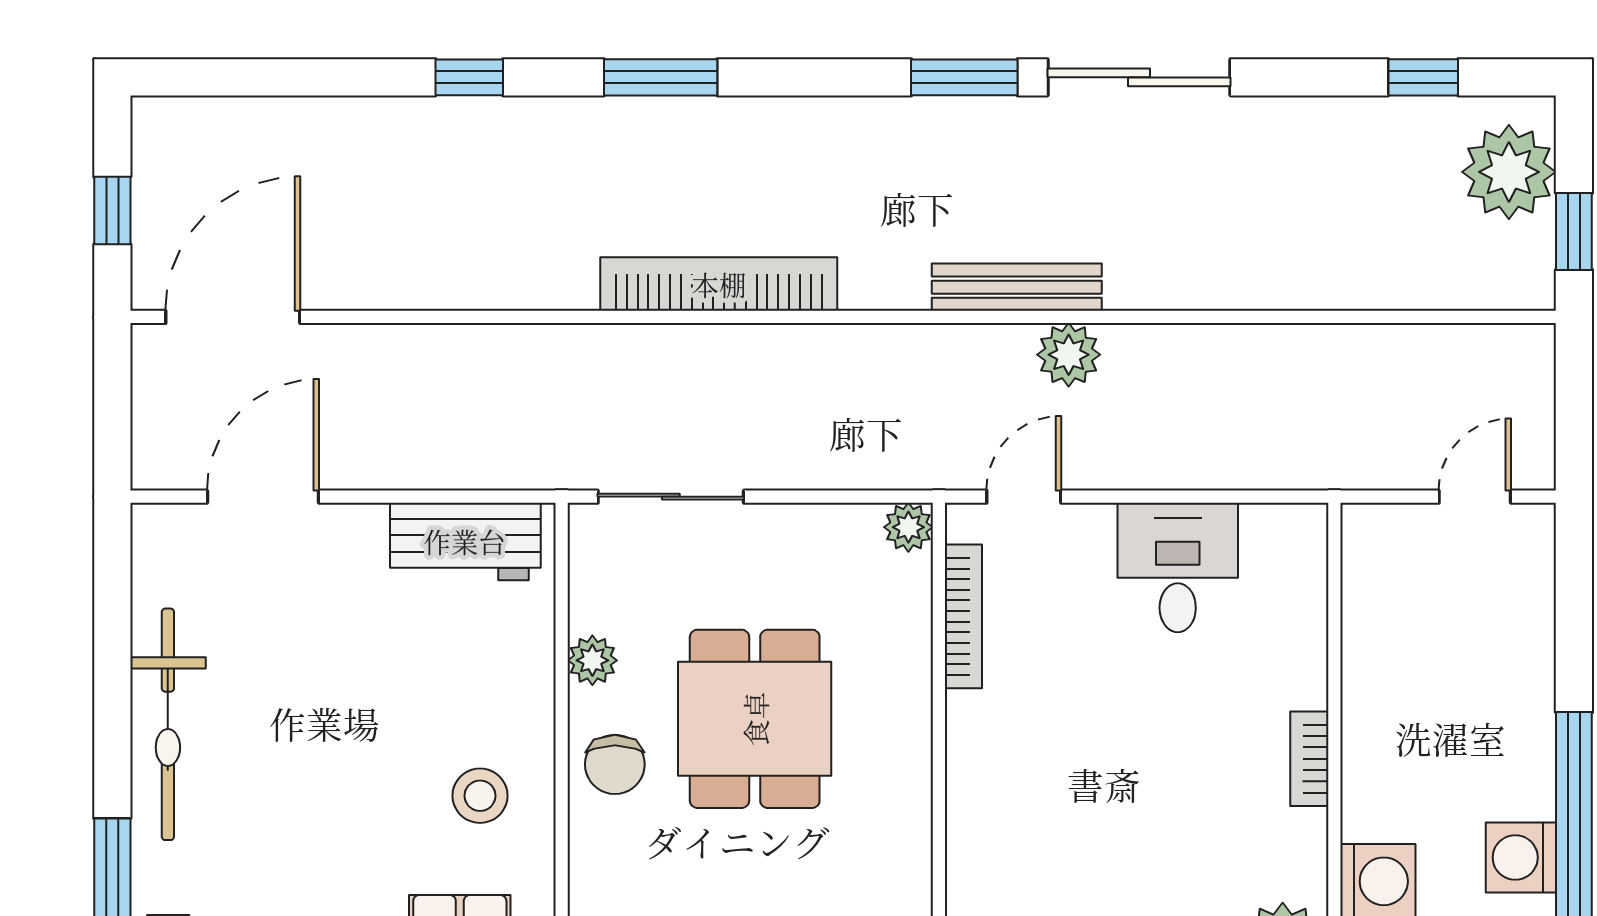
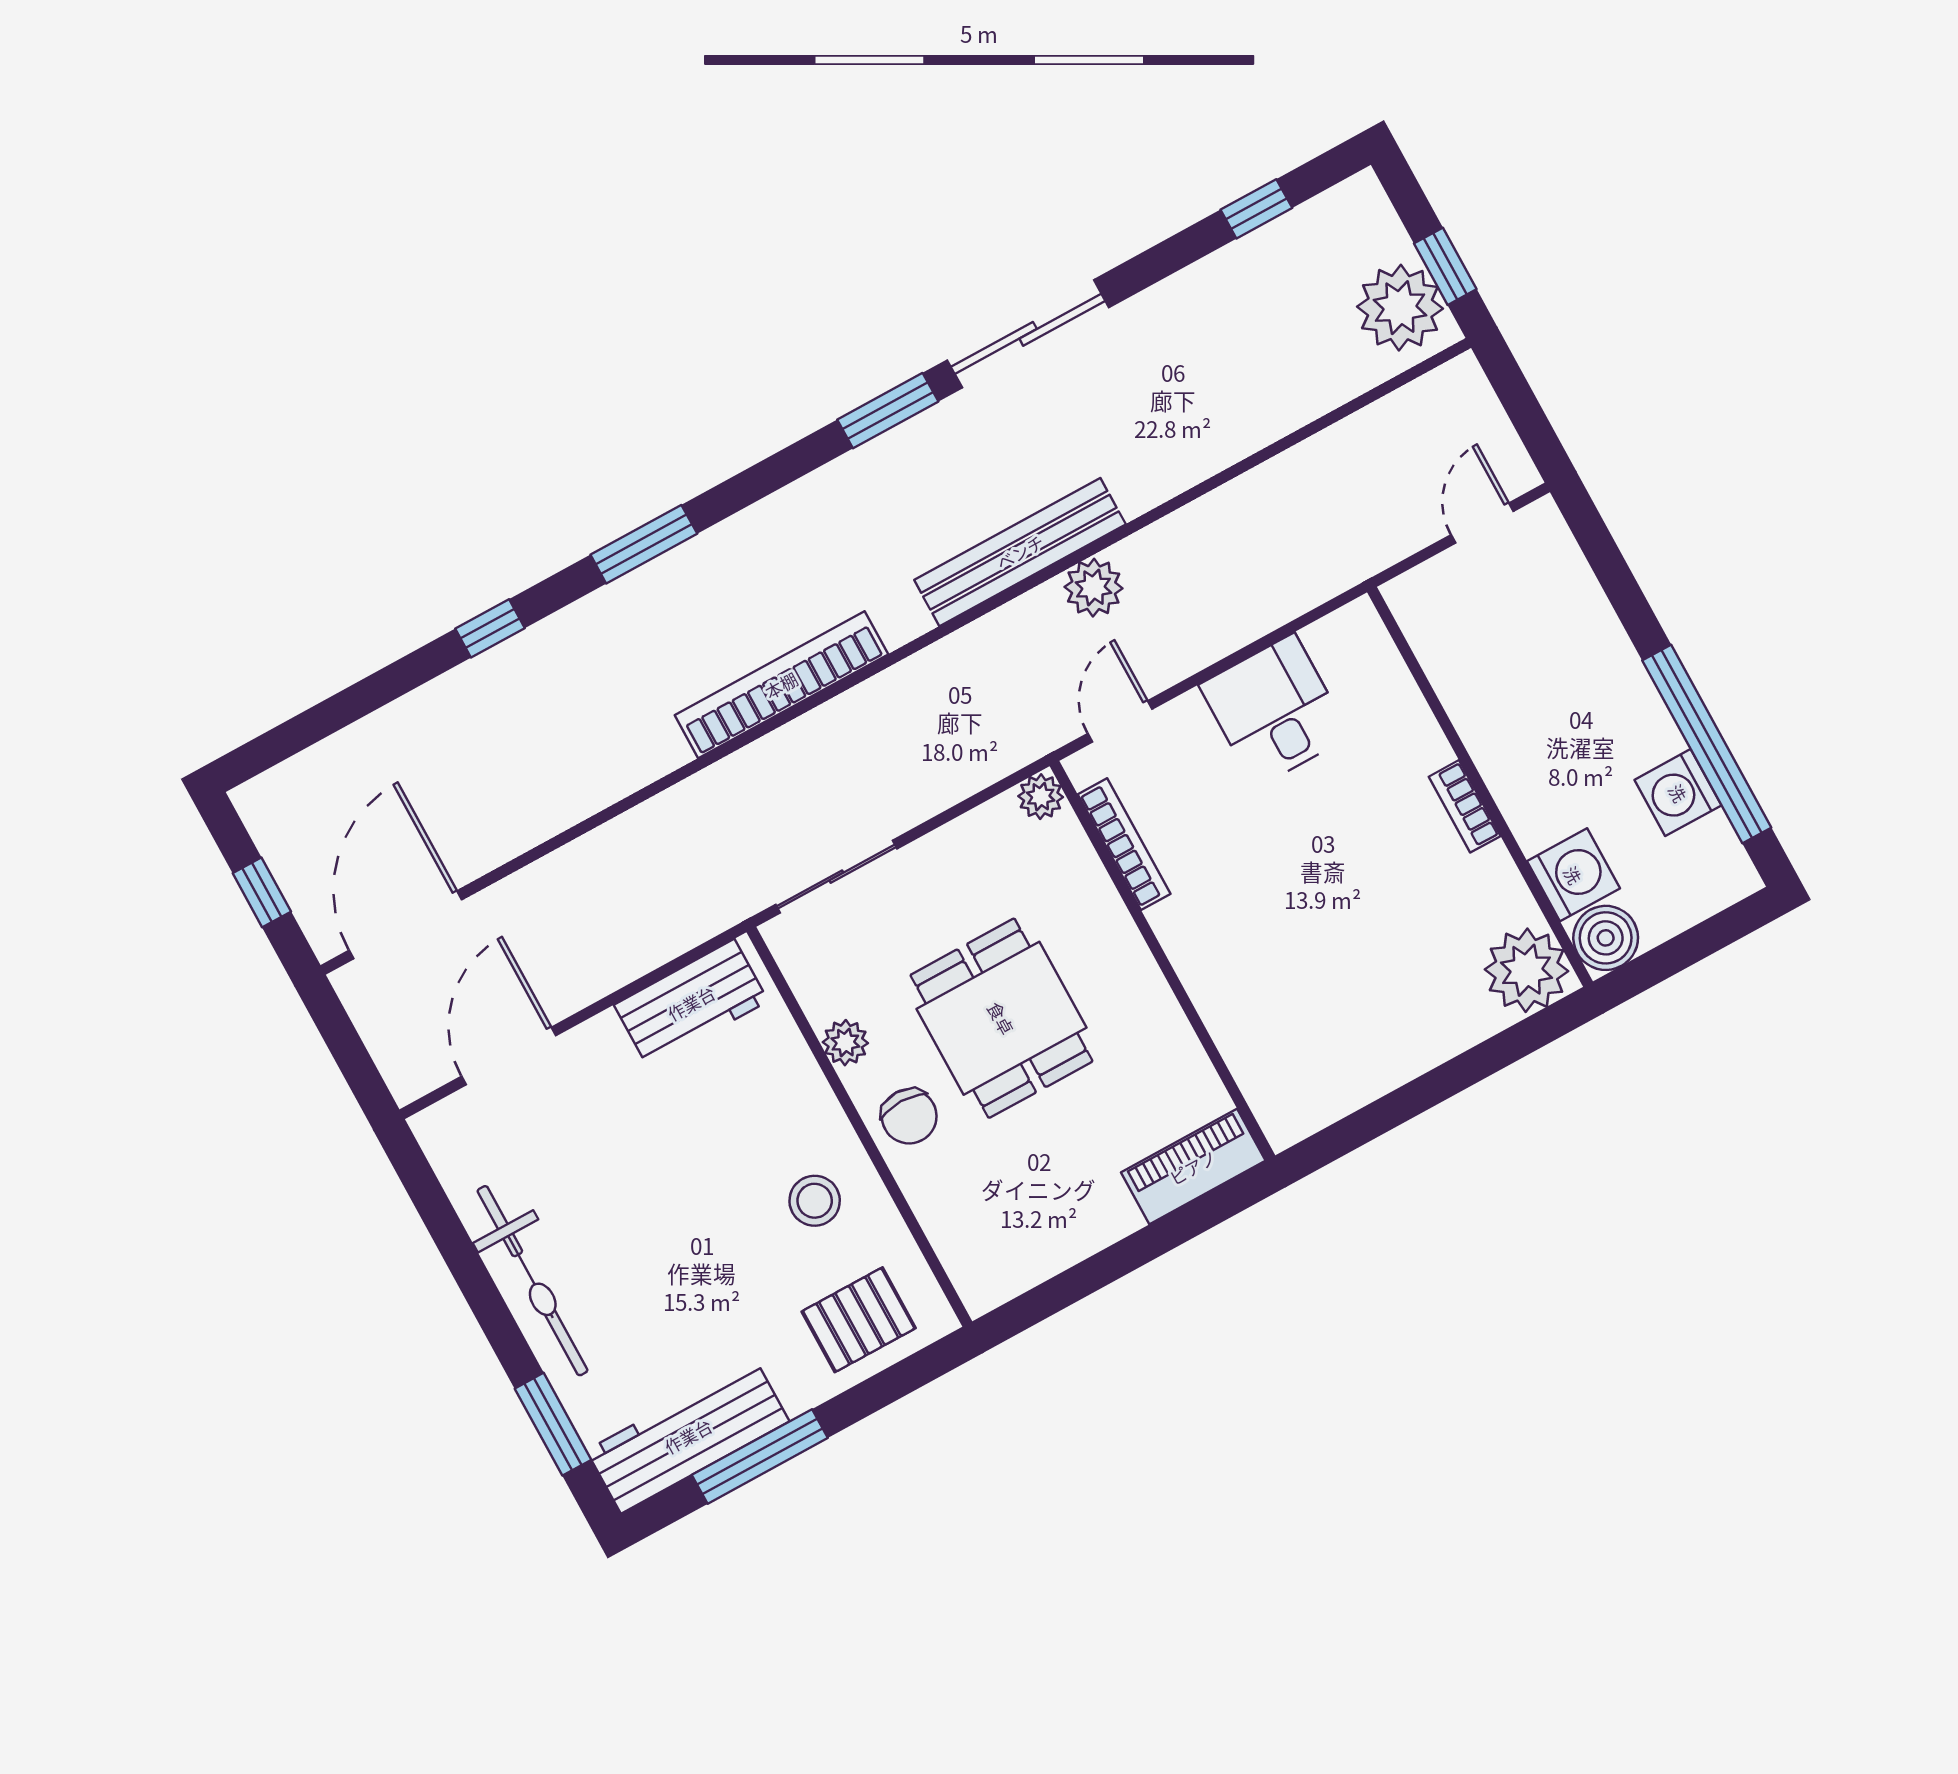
plant: (1509, 172) -> (1400, 308), moved
bench: (1017, 287) -> (1020, 552), width x1.37, depth x1.21

